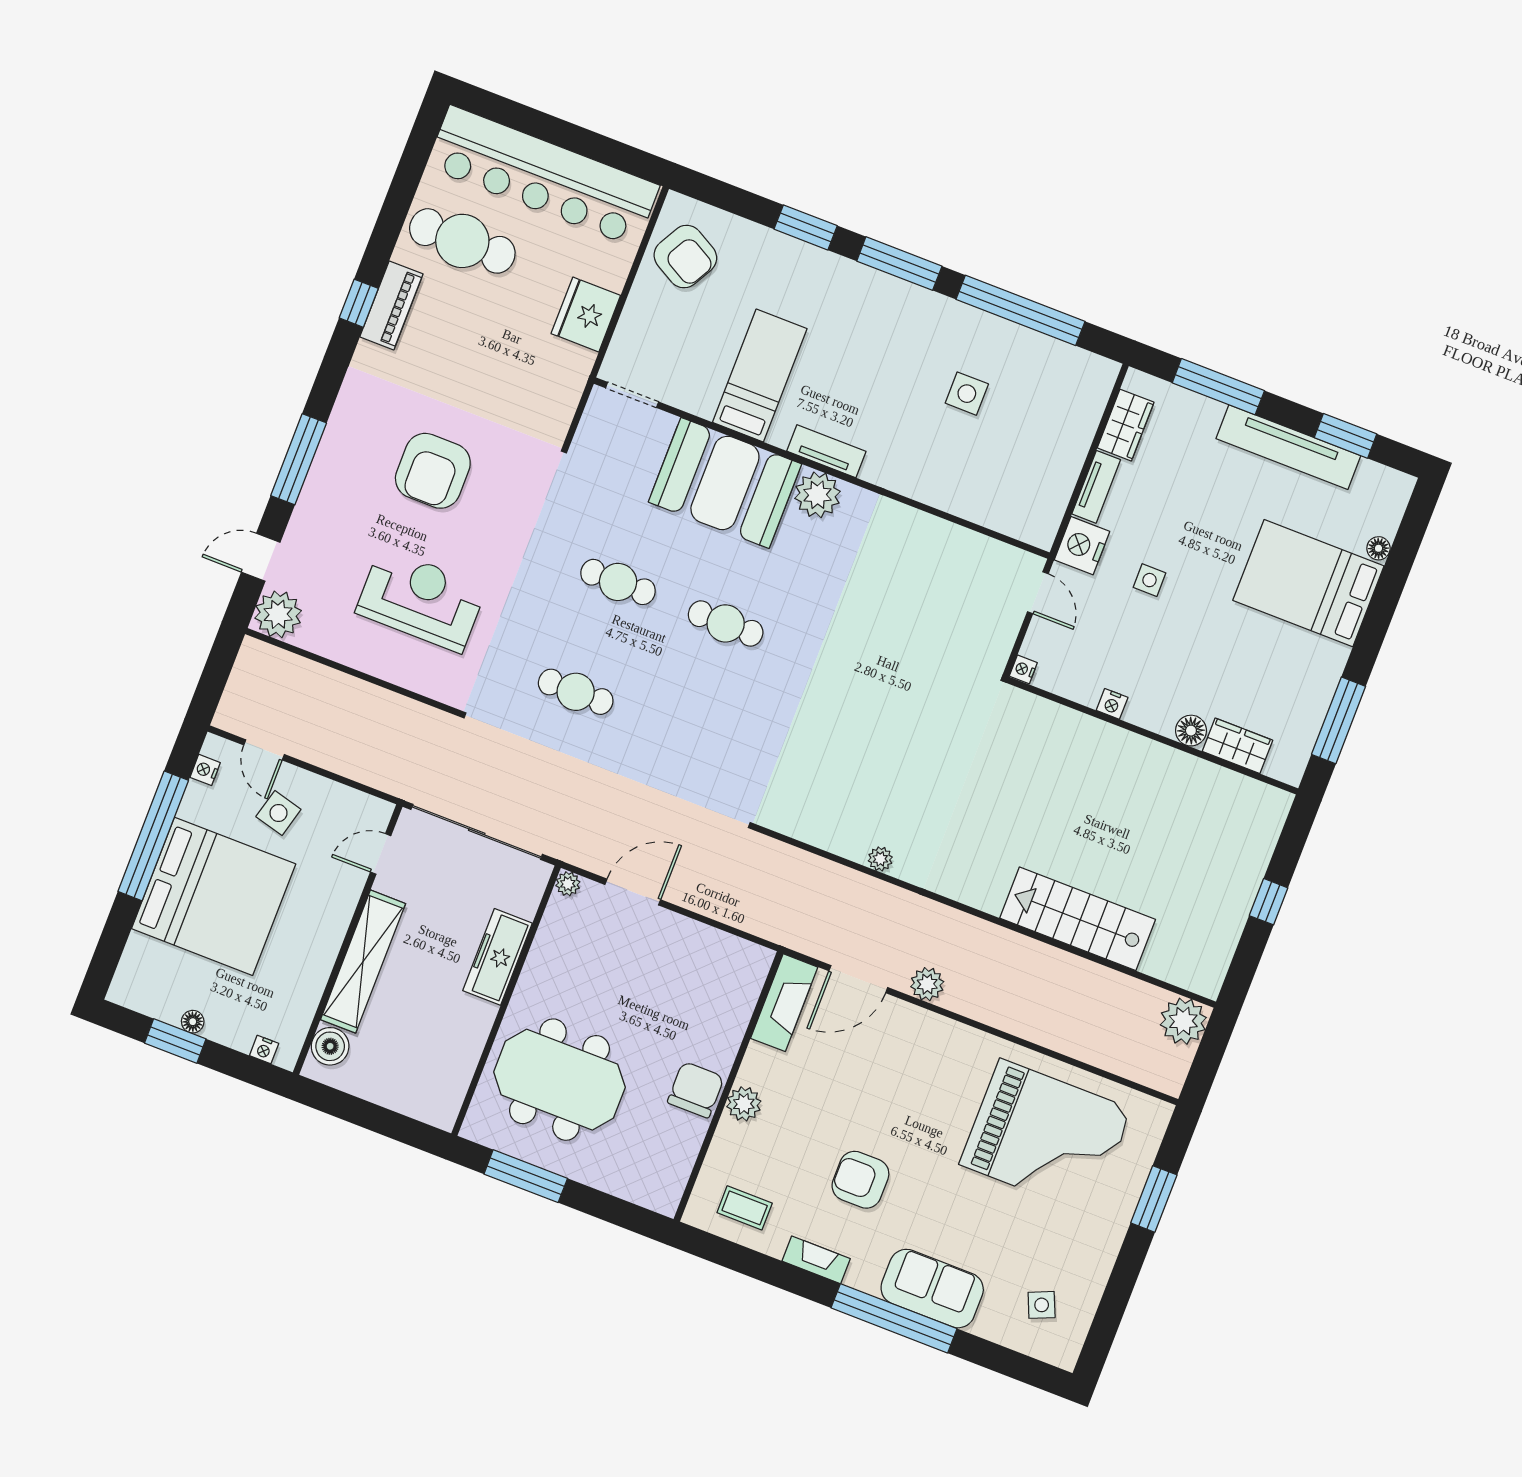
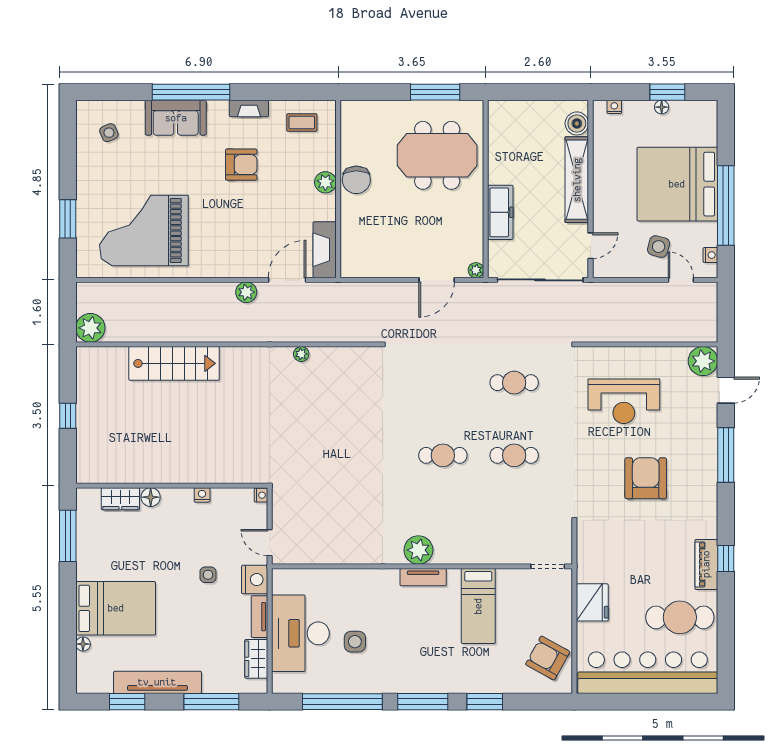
desk: (1044, 438) -> (300, 633), added
booth: (725, 483) -> (474, 536), removed

